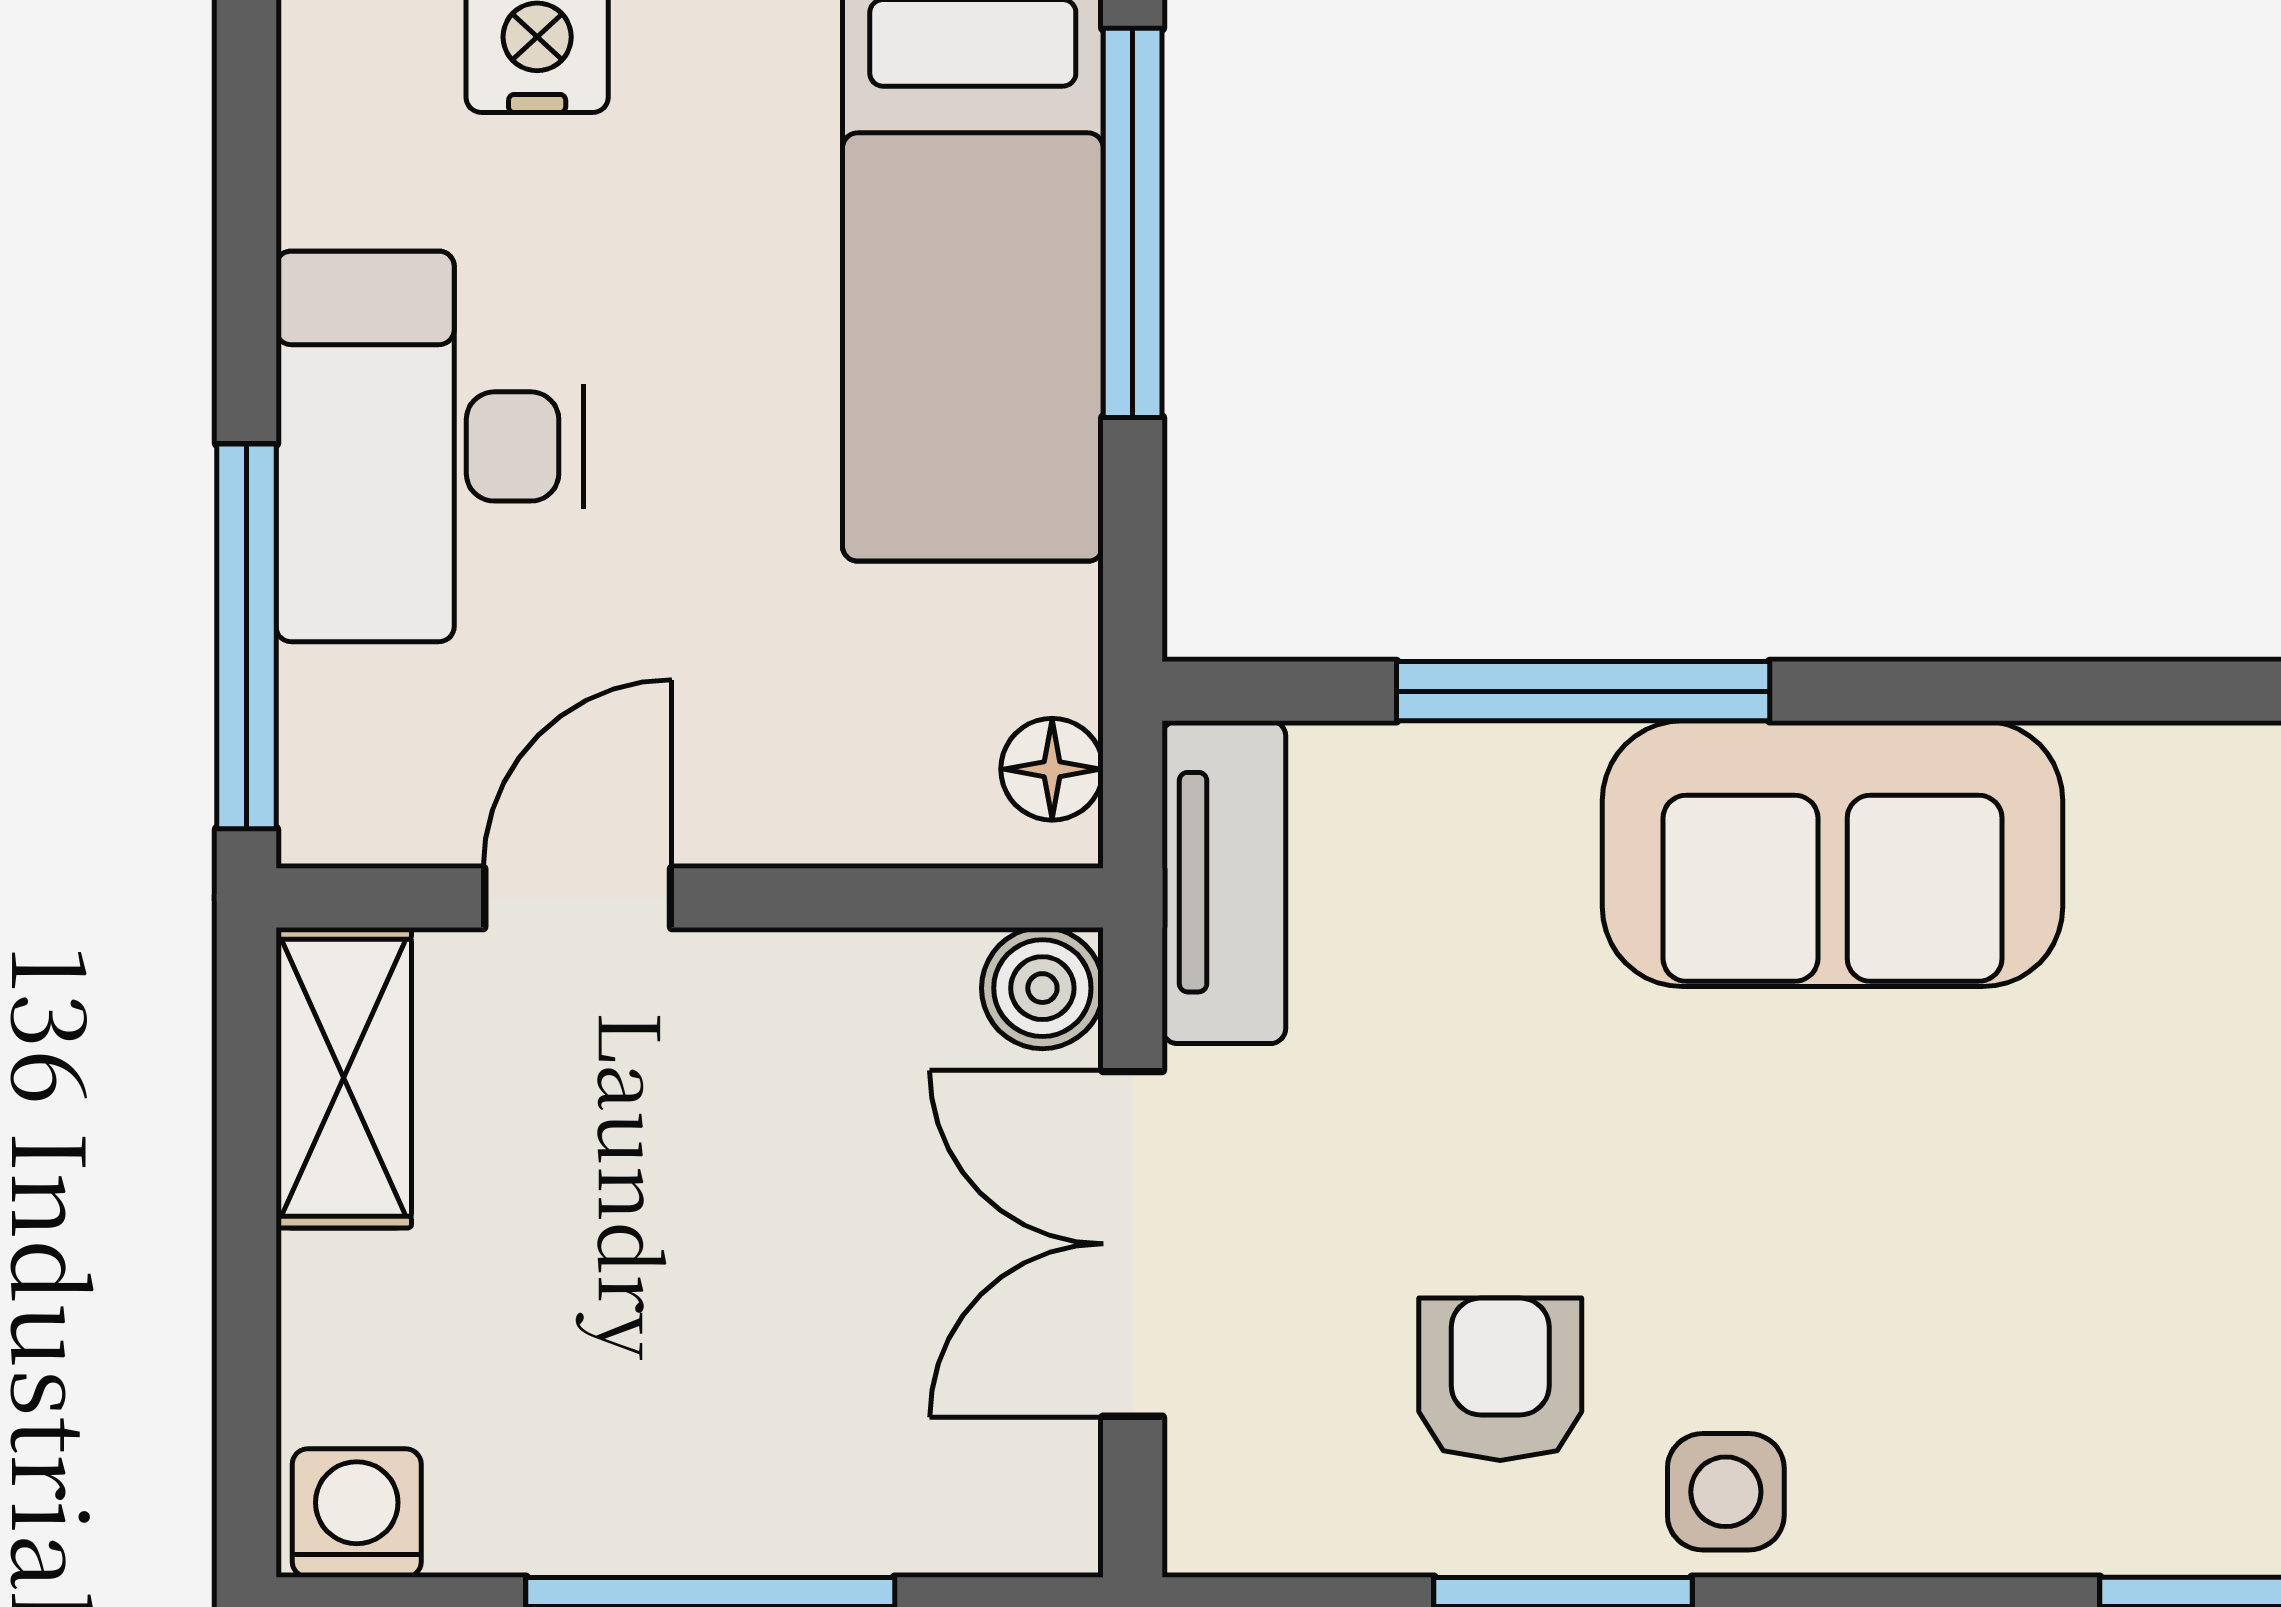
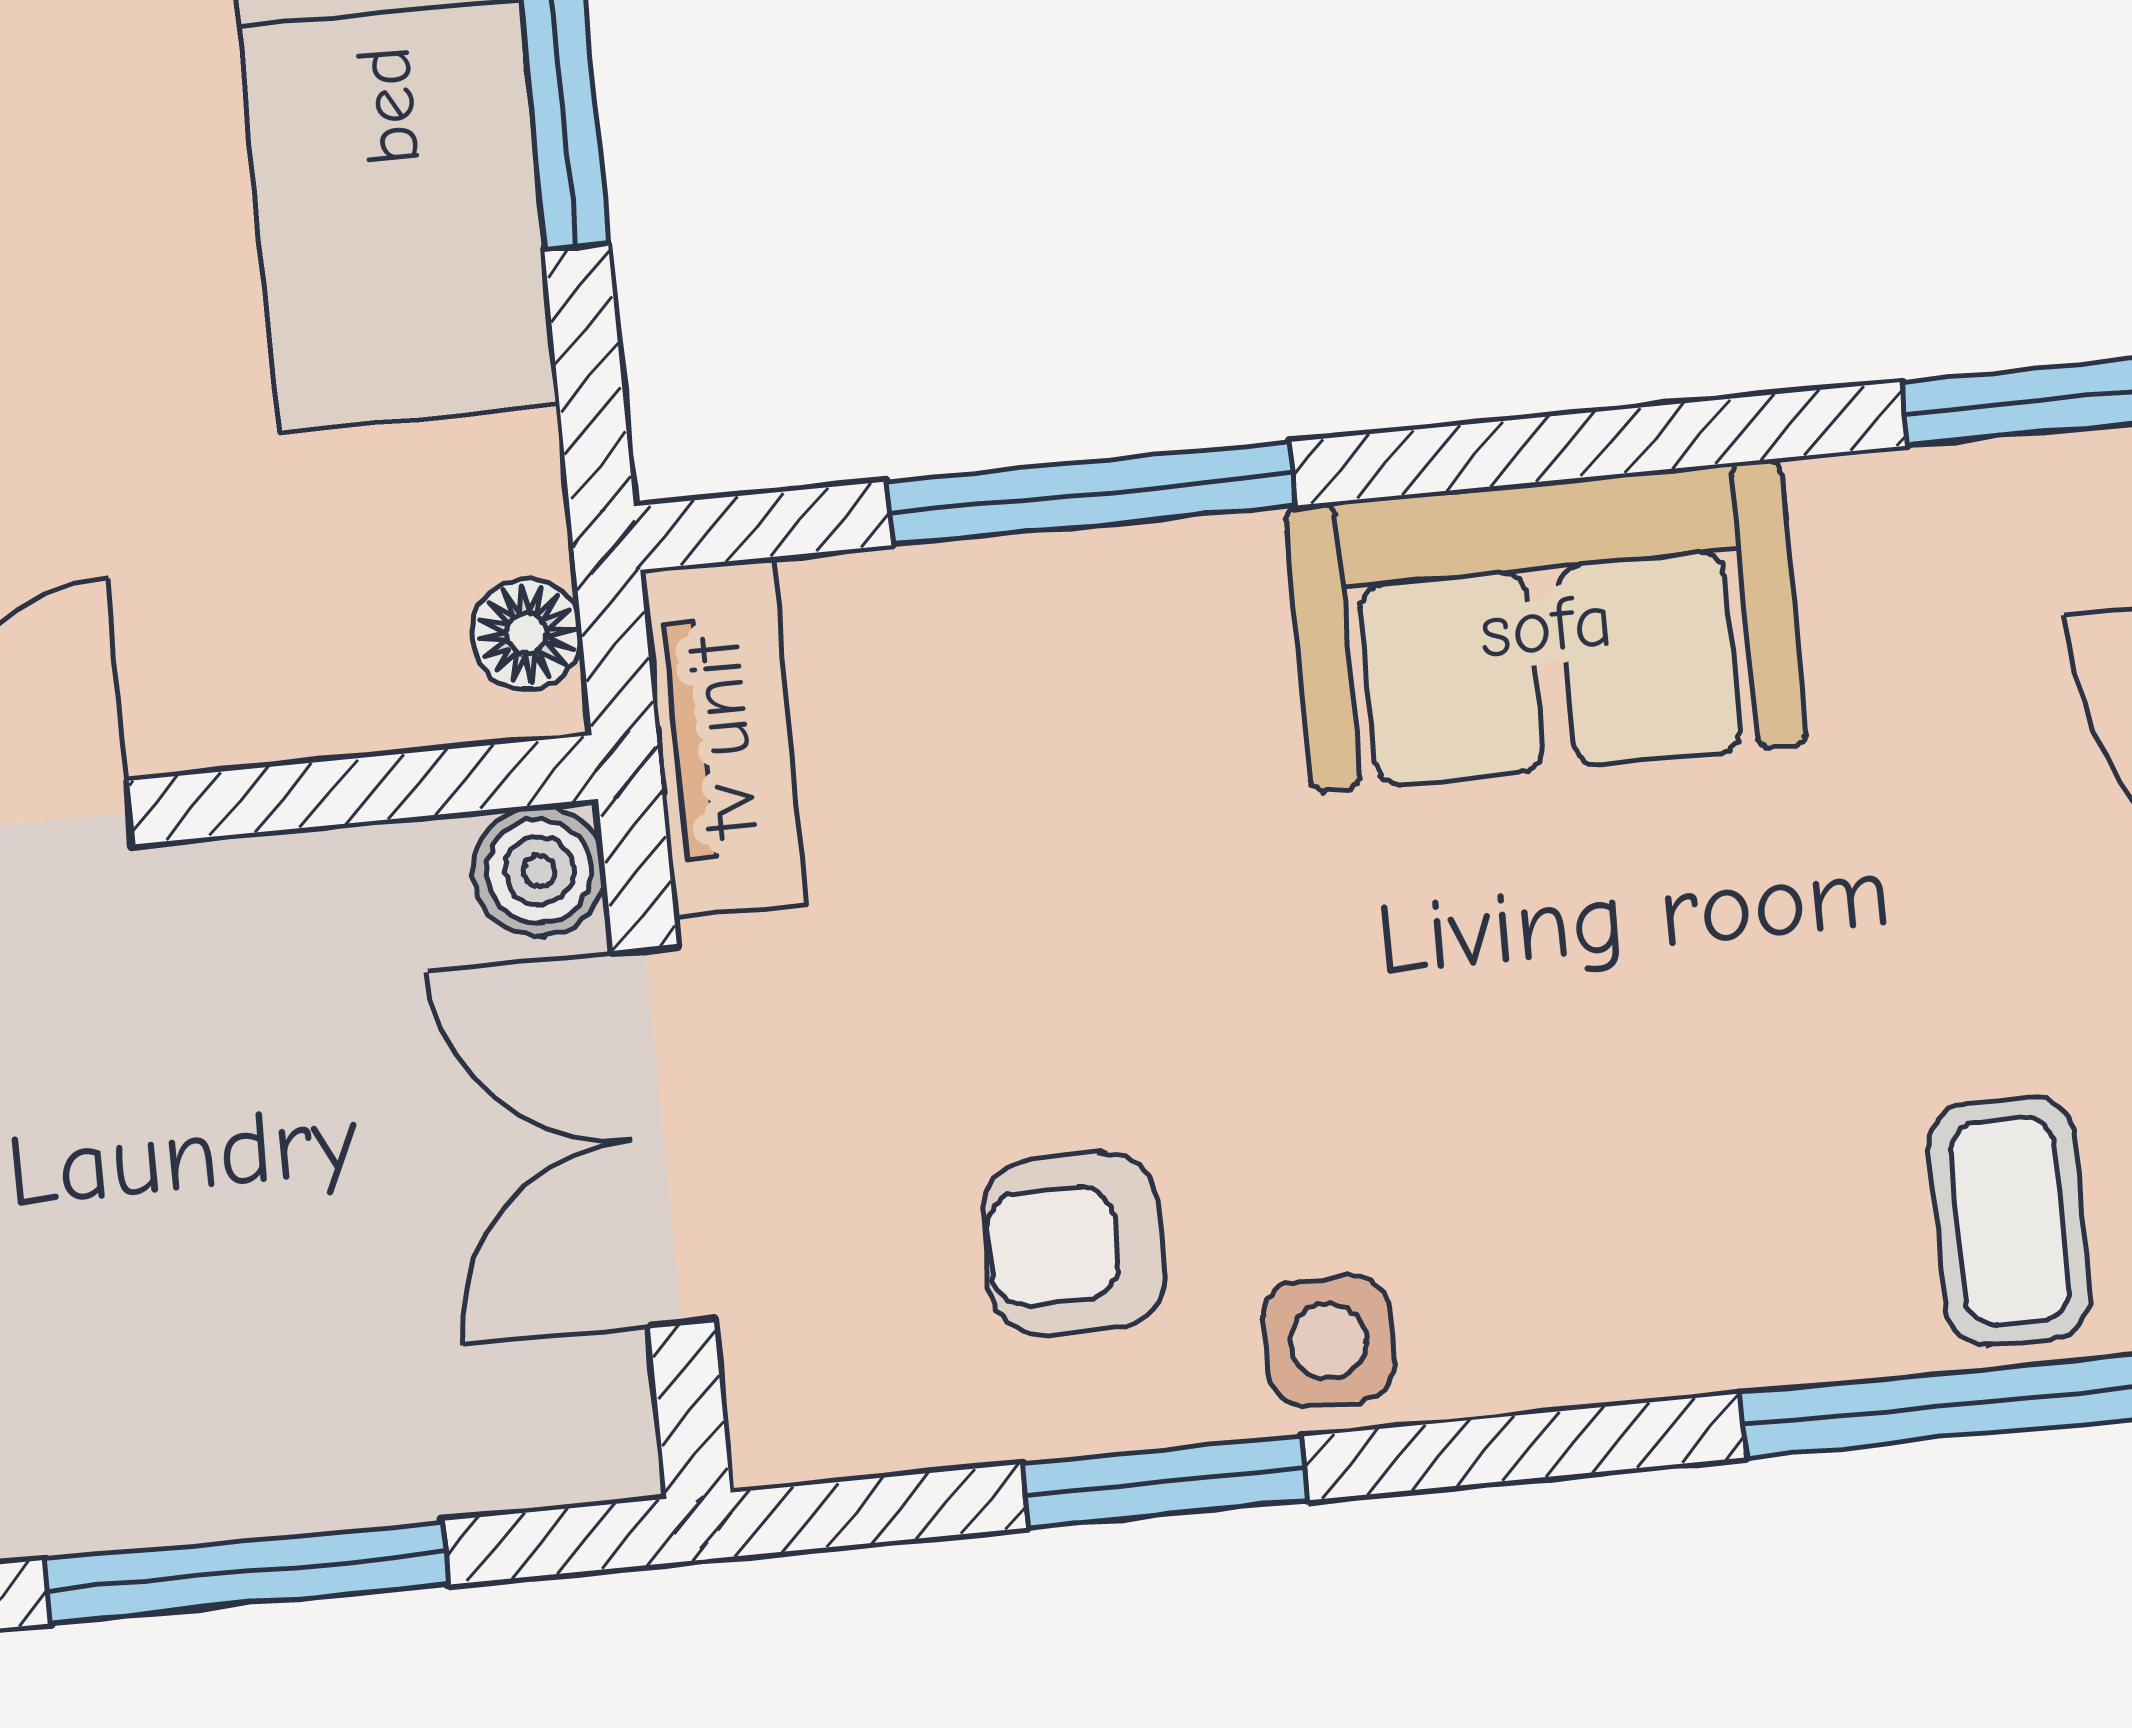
sofa: (1833, 854) -> (1546, 626), moved
armchair: (1500, 1379) -> (1074, 1244), turned -90

